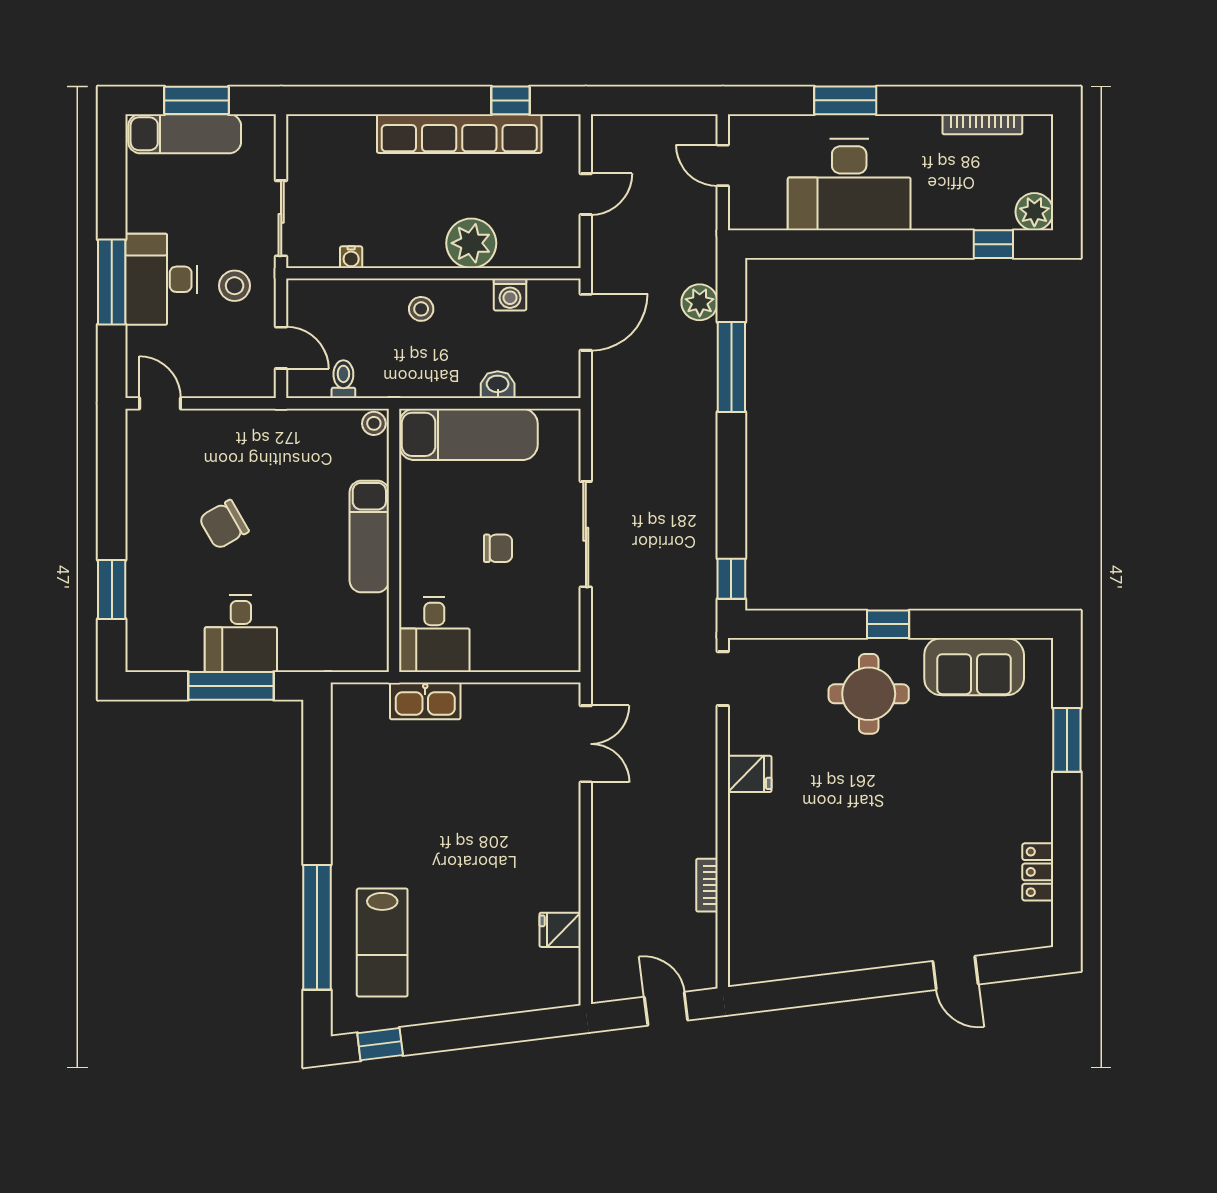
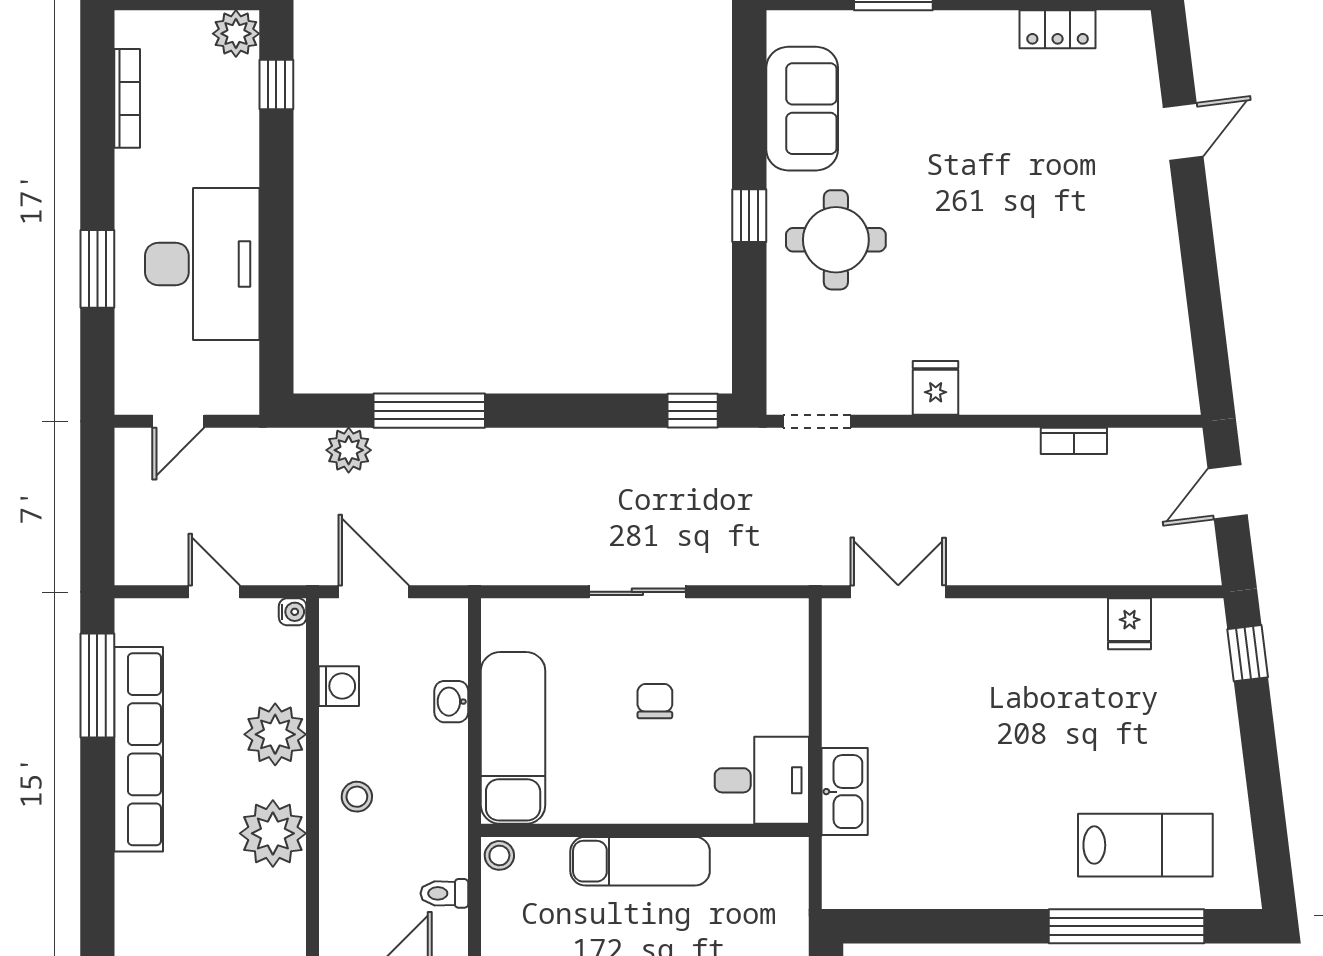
window: (511, 100) -> (97, 685), width x2.17
plant: (392, 241) -> (273, 833), added
water cooler: (351, 257) -> (293, 612), moved
sliding door: (586, 534) -> (637, 592), width x0.73
window: (380, 1044) -> (1248, 653), moved

